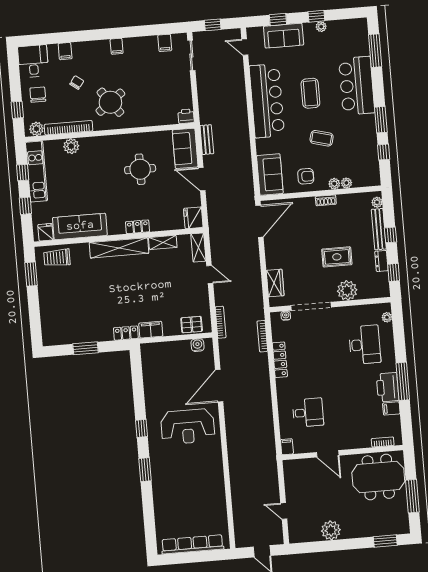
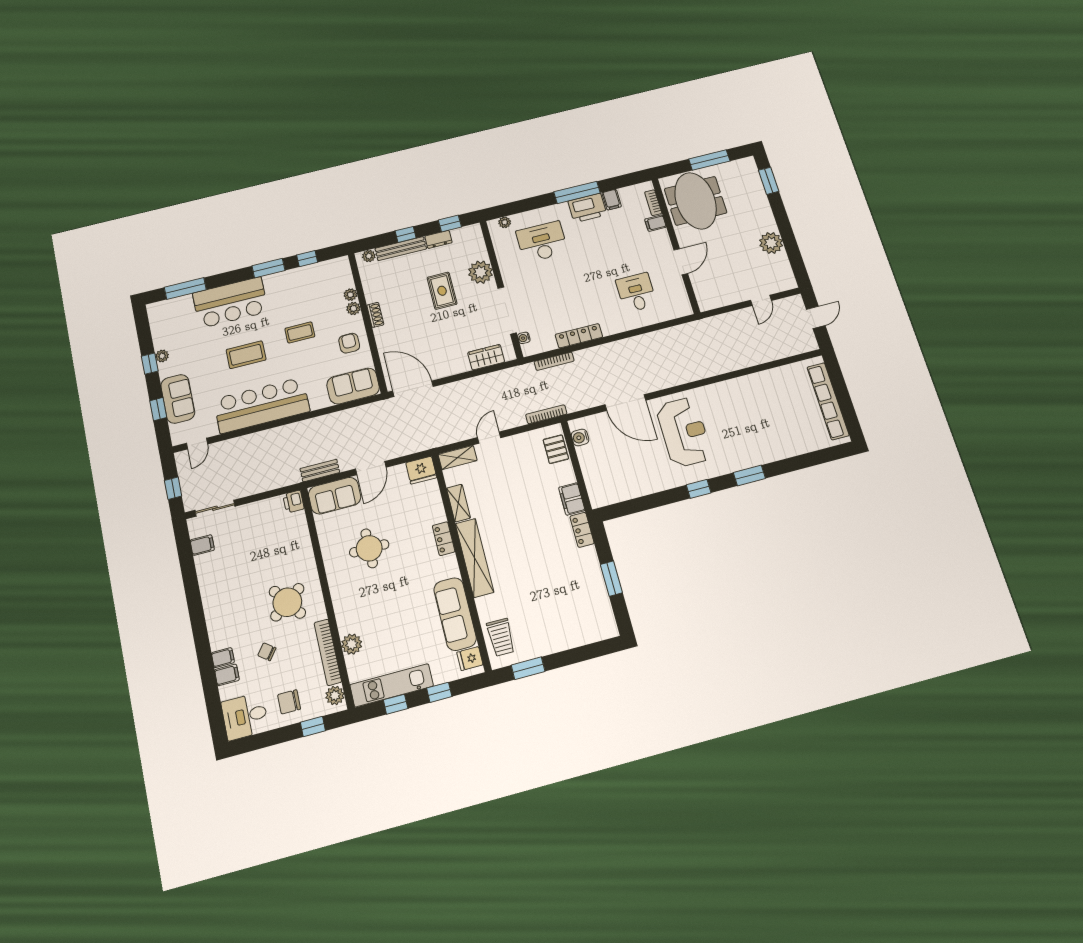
filing cabinet: (117, 46) -> (223, 658), moved
coffee table: (322, 138) -> (300, 332), turned 75
filing cabinet: (287, 447) -> (655, 223), moved

